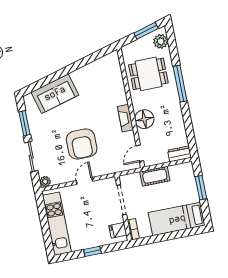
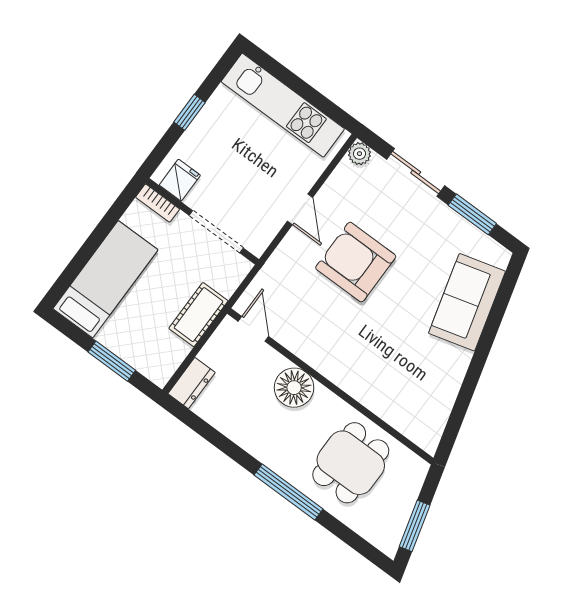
plant: (161, 41) -> (377, 530), removed
fireplace: (125, 118) -> (325, 363), removed

